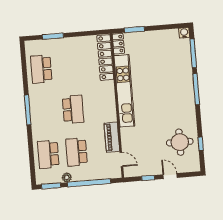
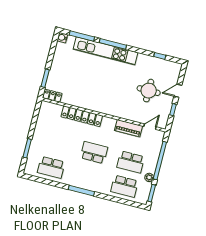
locker: (105, 58) -> (82, 116), moved
kitchen unit: (124, 91) -> (106, 51), moved, turned 180
round table: (180, 142) -> (149, 91), moved

